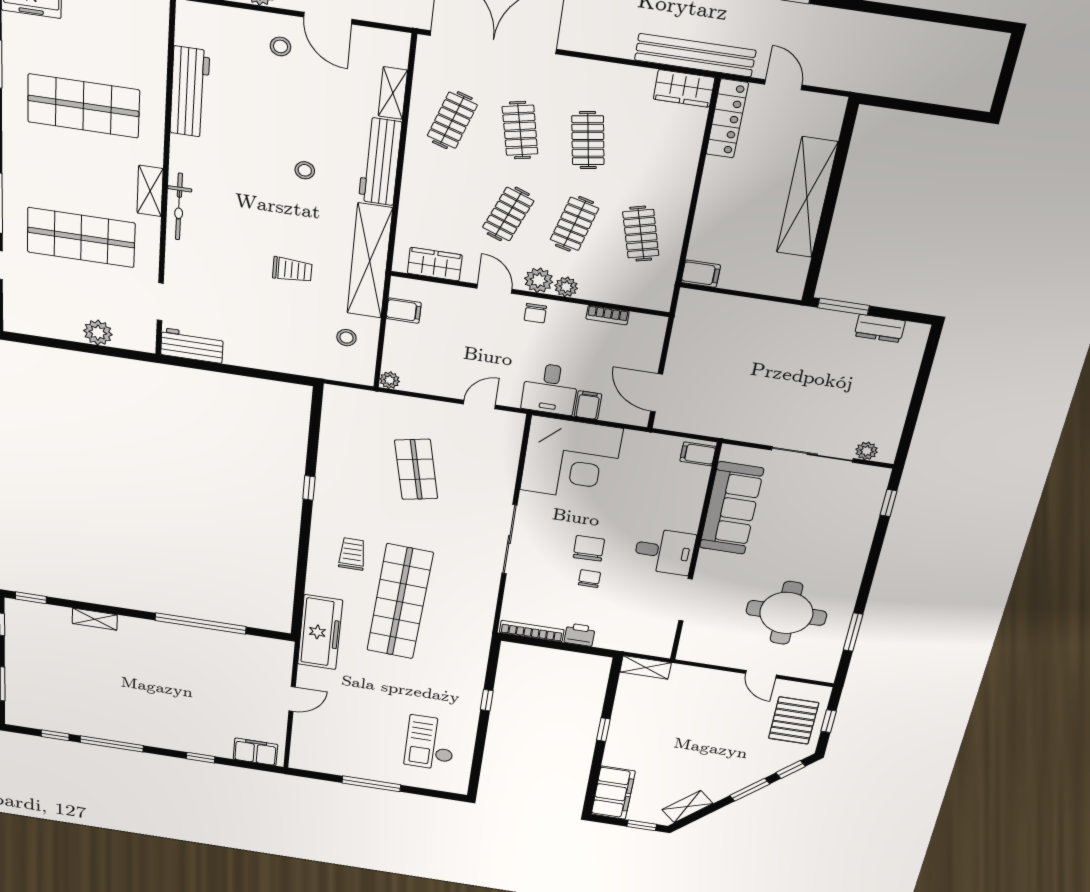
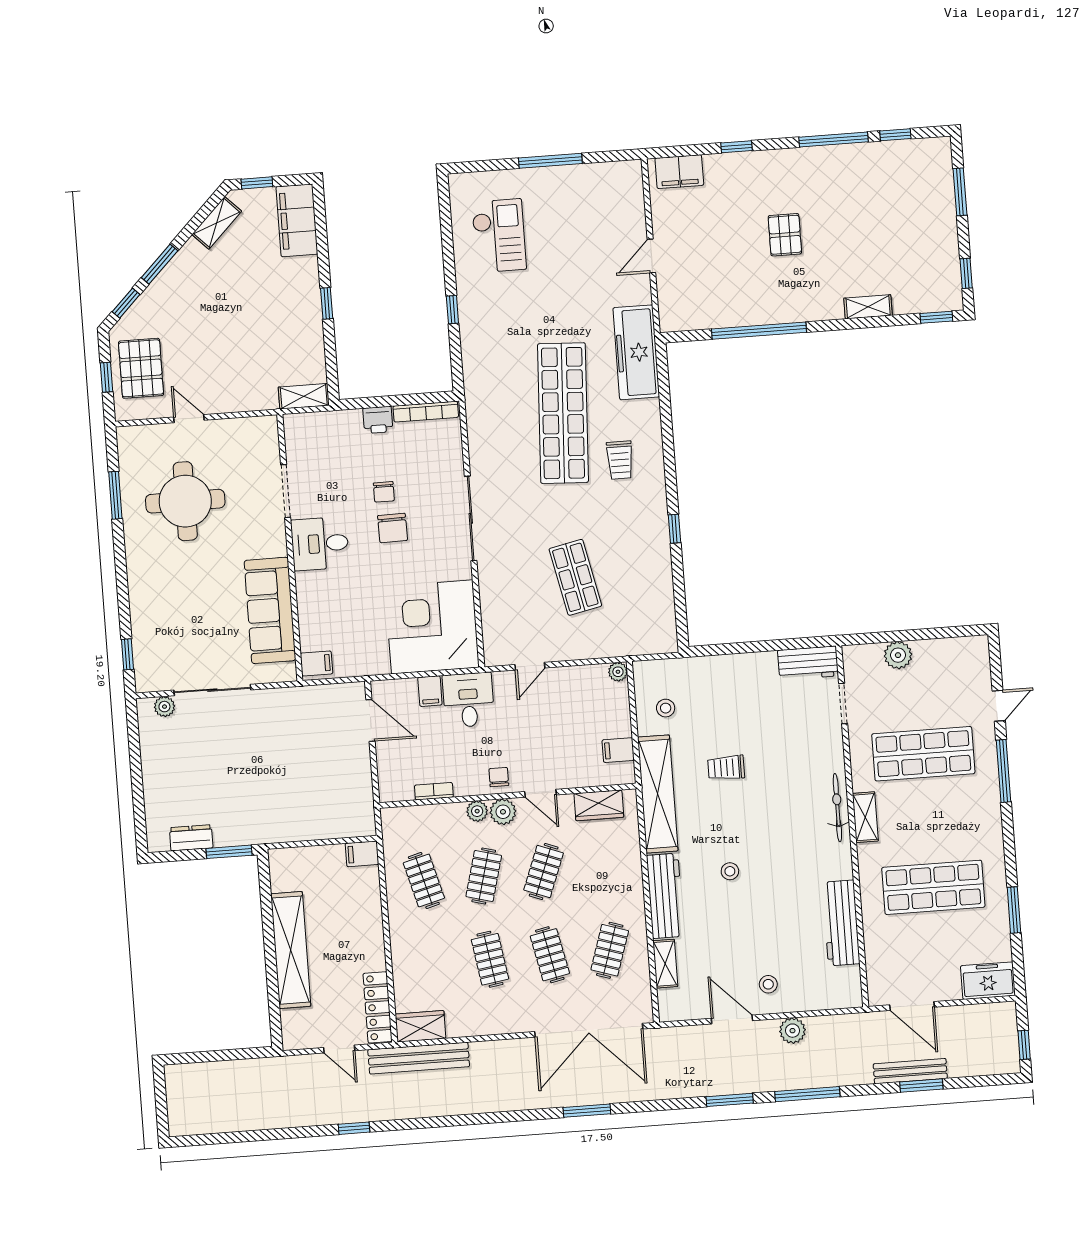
pallet: (166, 688) -> (785, 235), added

